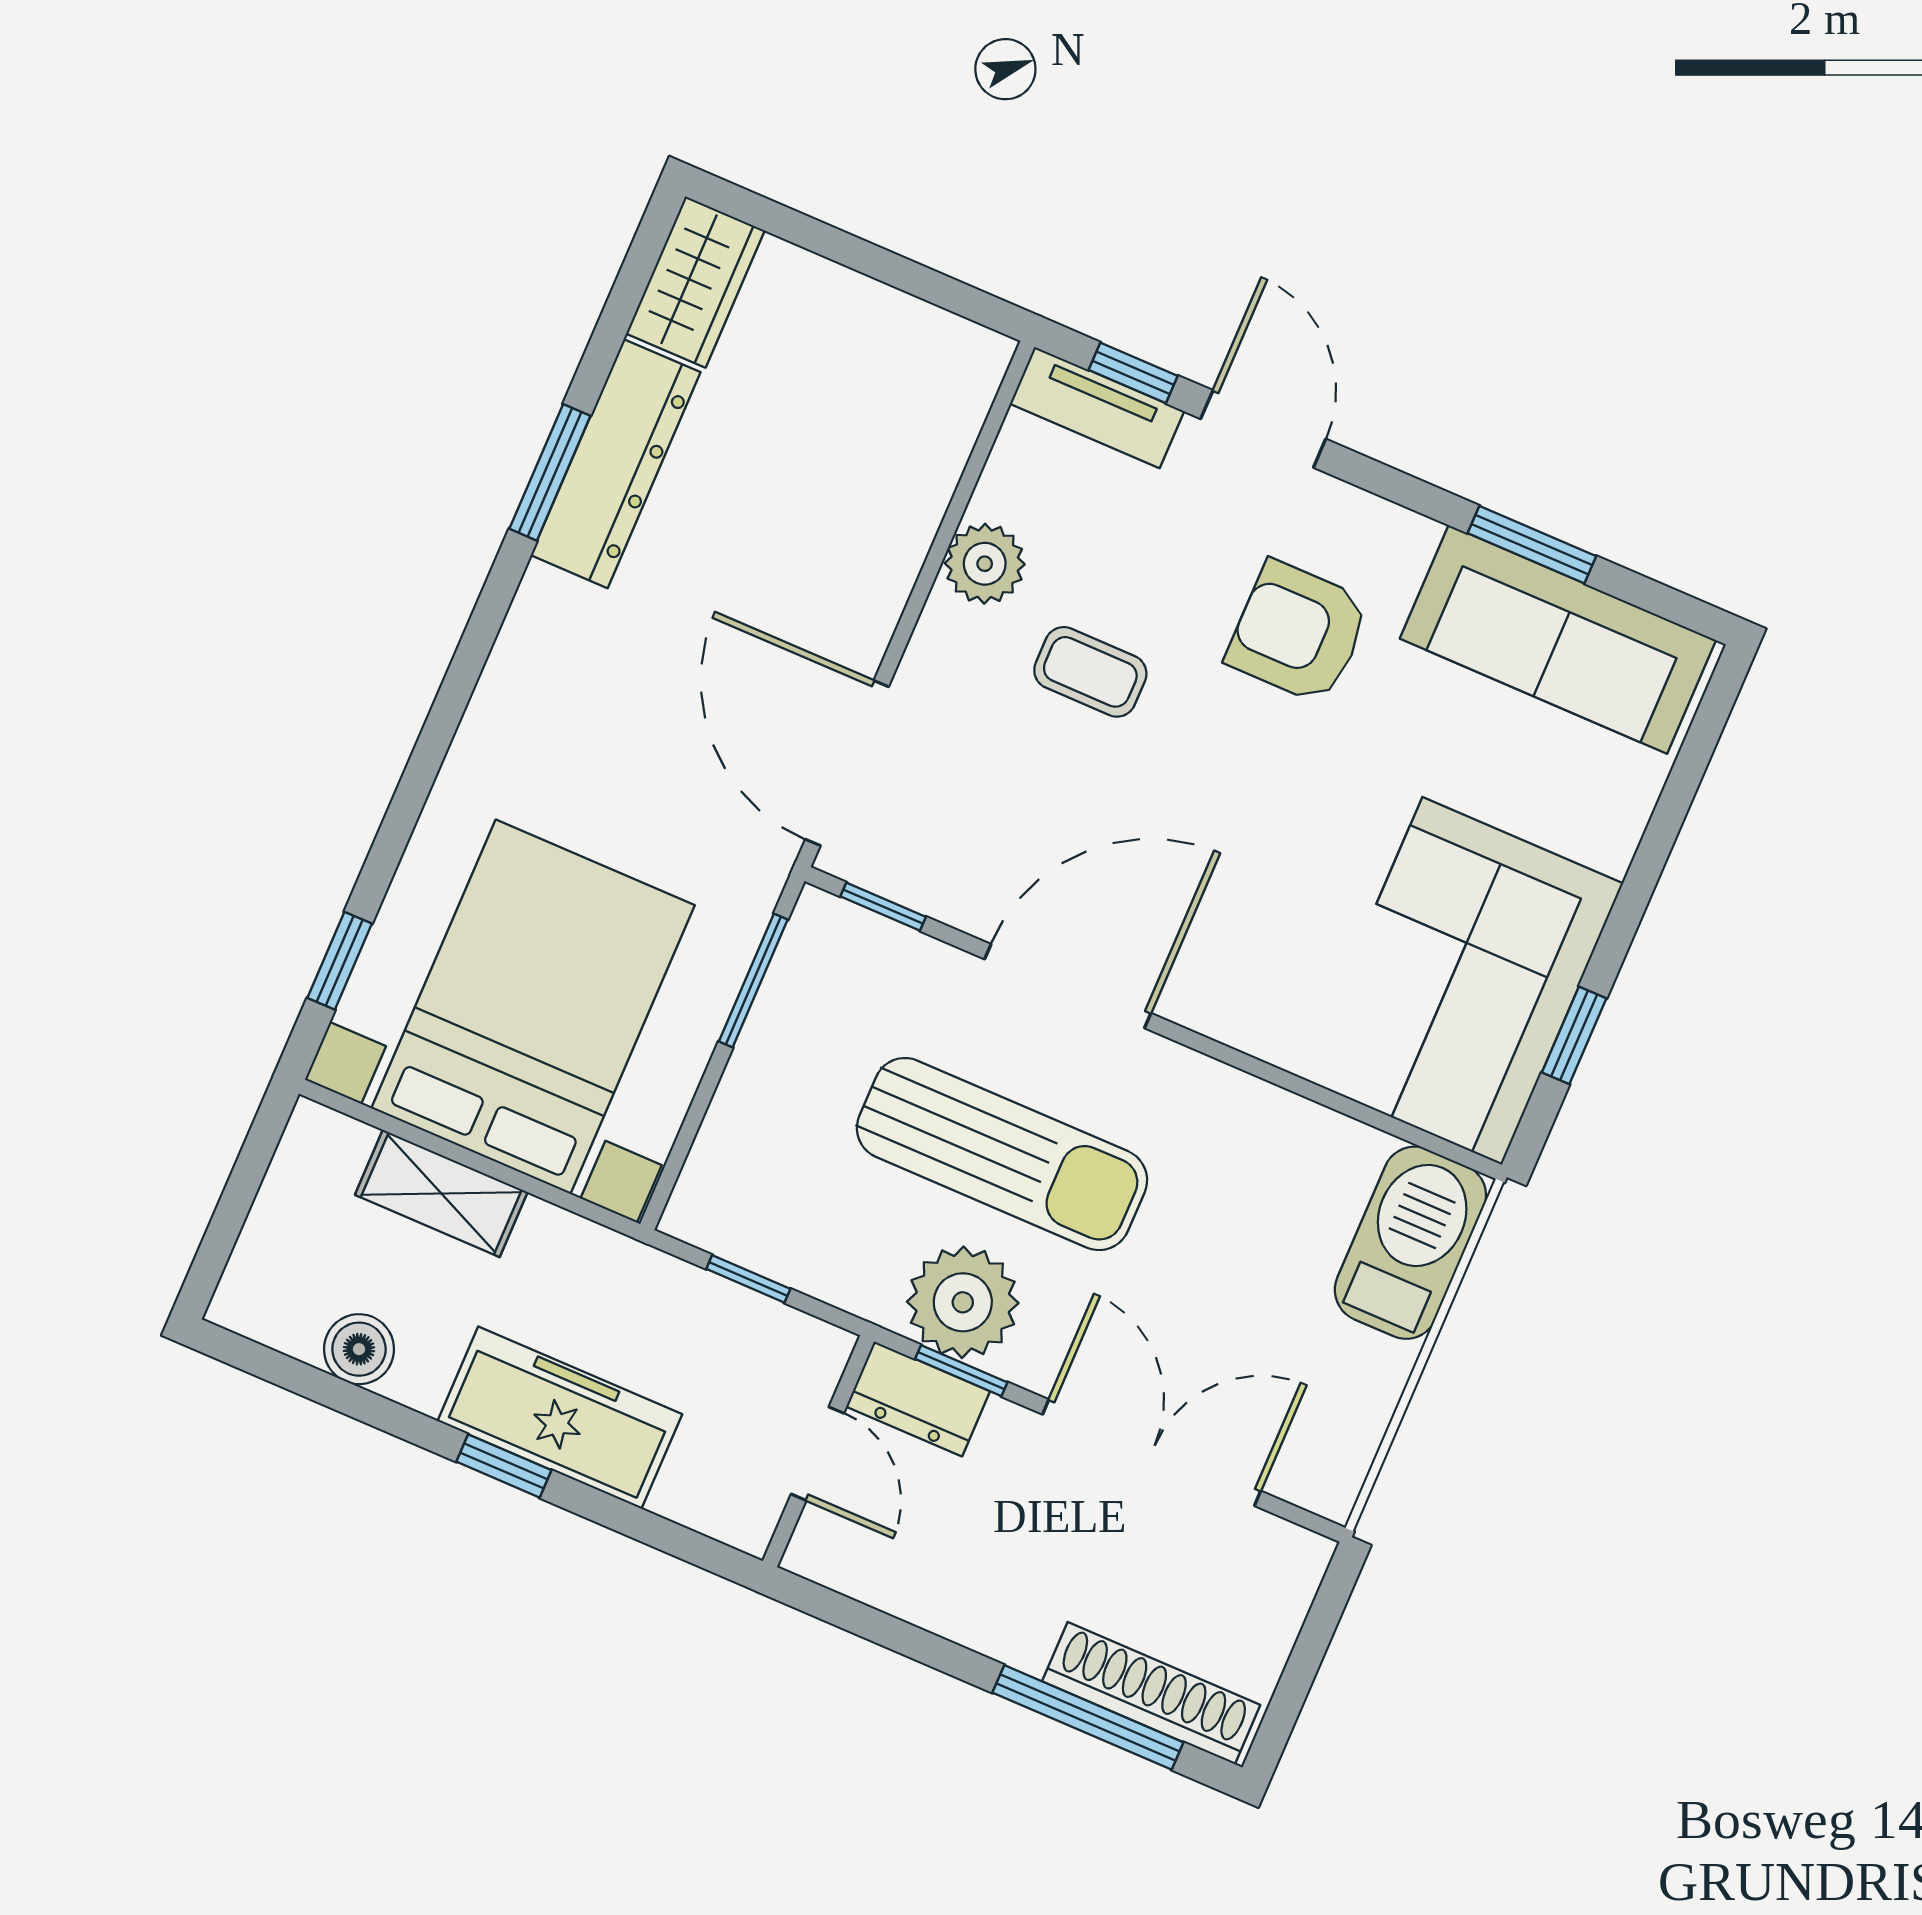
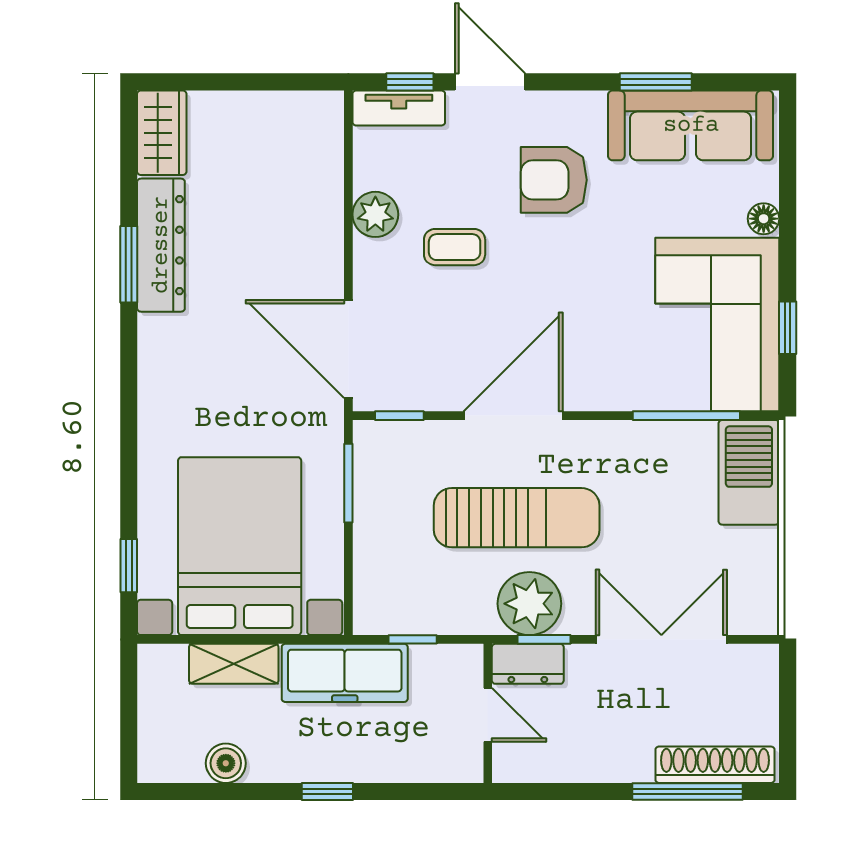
floor lamp: (1611, 842) -> (764, 219), added
window: (1349, 1107) -> (686, 416), added
freezer: (560, 1418) -> (345, 673), moved, turned 180

